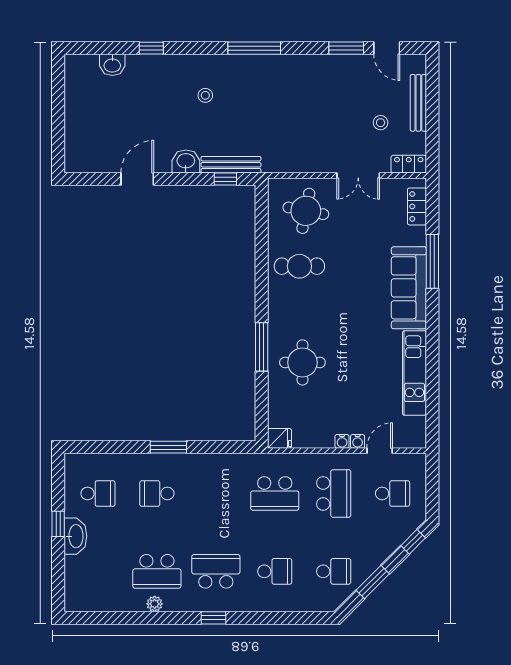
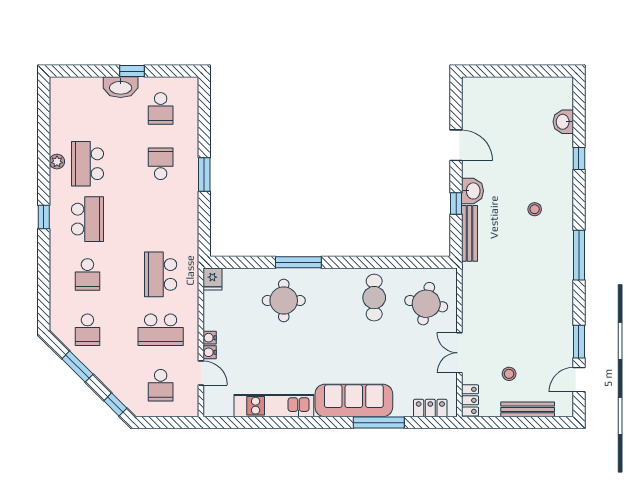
window: (225, 179) -> (456, 204), moved

